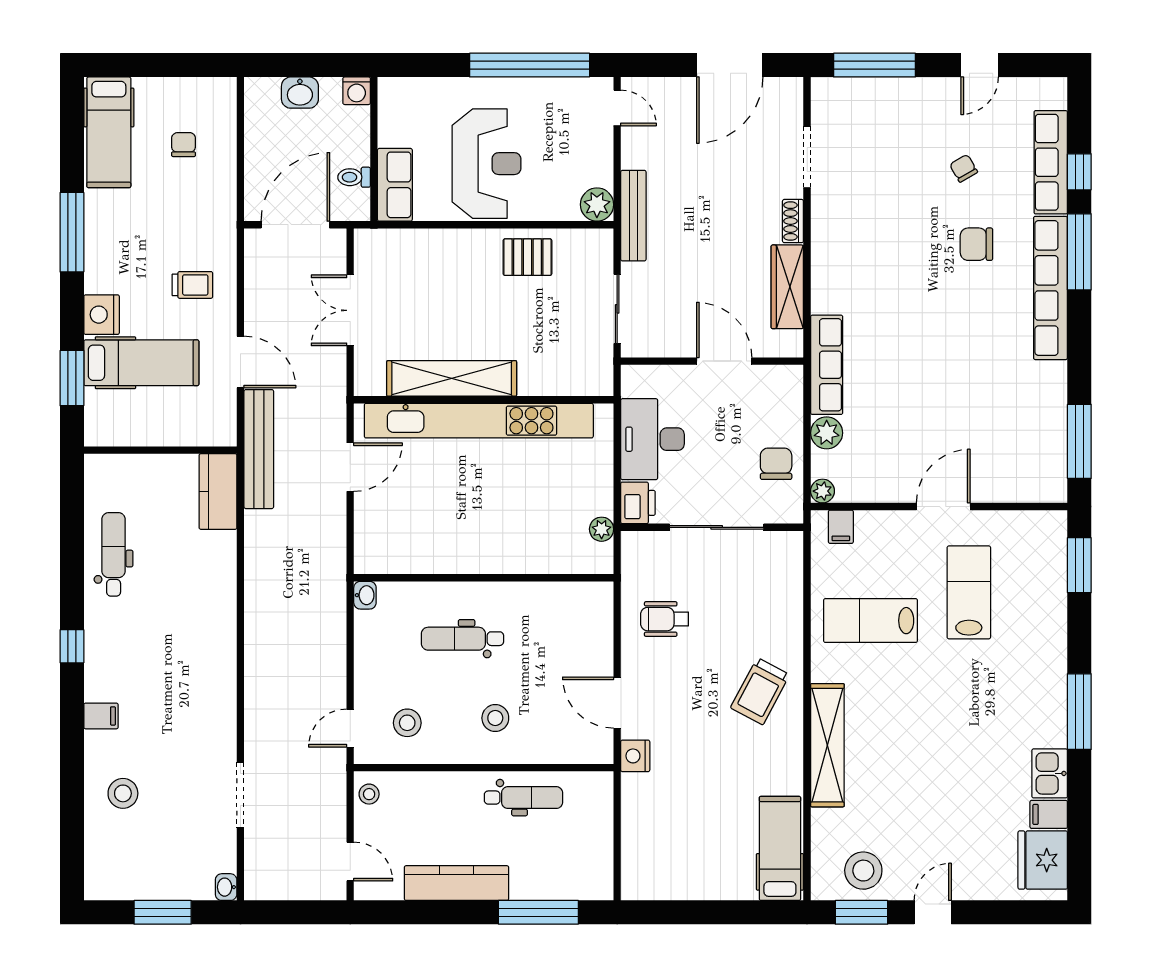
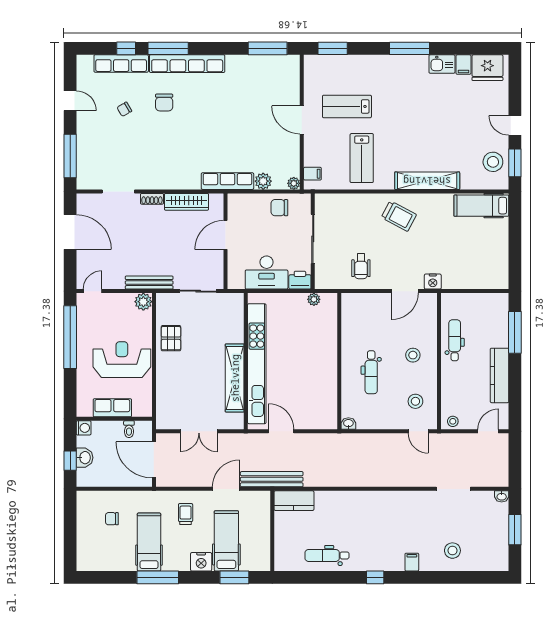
window: (294, 65) -> (70, 461), added
hospital bed: (109, 132) -> (149, 542), moved, turned -90
row of seats: (395, 185) -> (112, 408), moved

